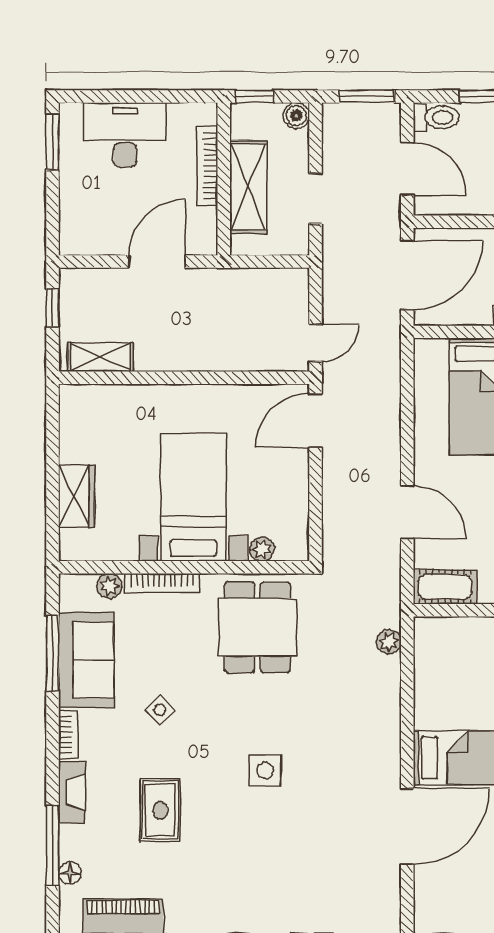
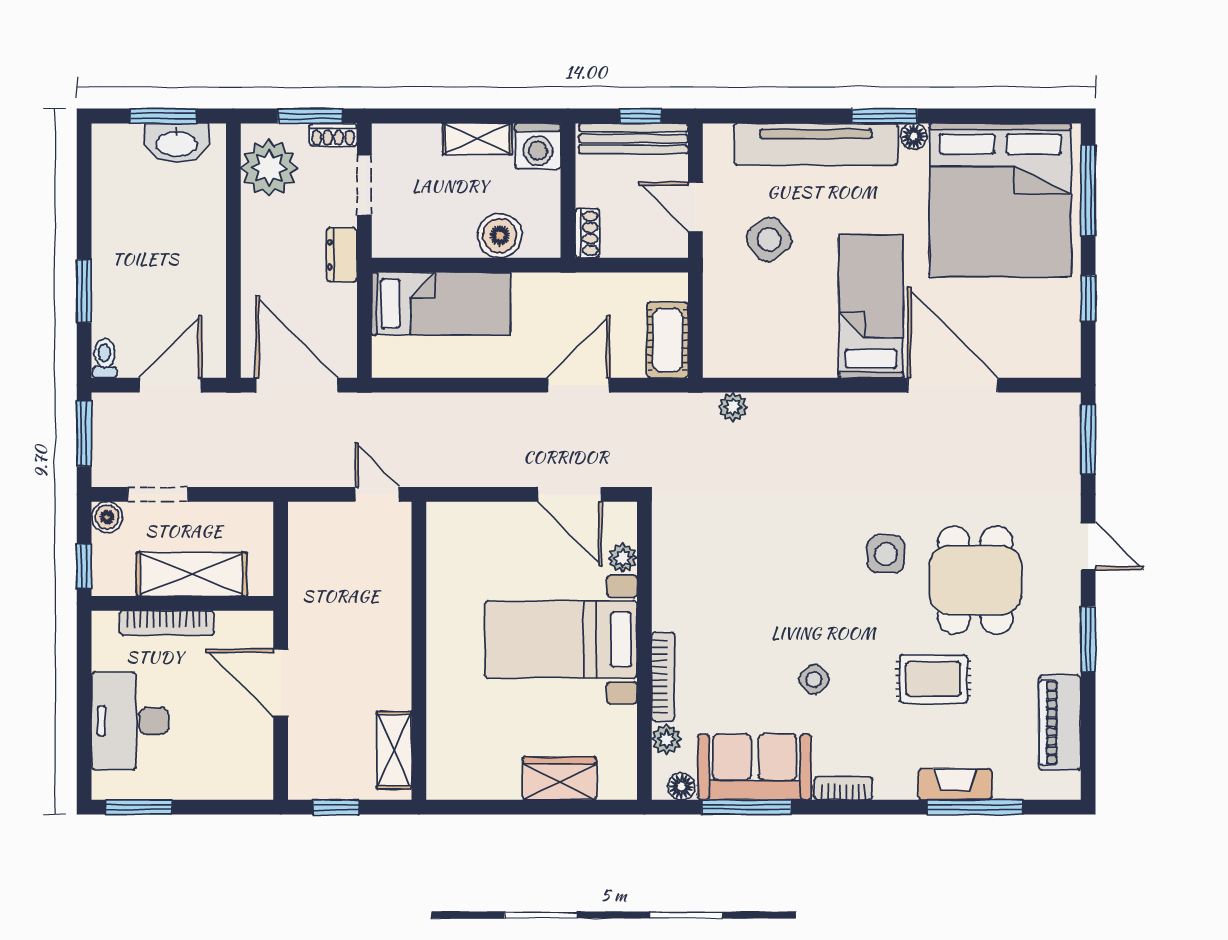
toilet: (436, 117) -> (105, 358), width x0.73, depth x0.72
doorway: (315, 198) -> (158, 494), moved
door: (315, 421) -> (569, 494), moved
dining table: (257, 627) -> (975, 580), moved, turned 90
fireplace: (72, 792) -> (955, 784), moved
floor lamp: (70, 873) -> (681, 786), moved

